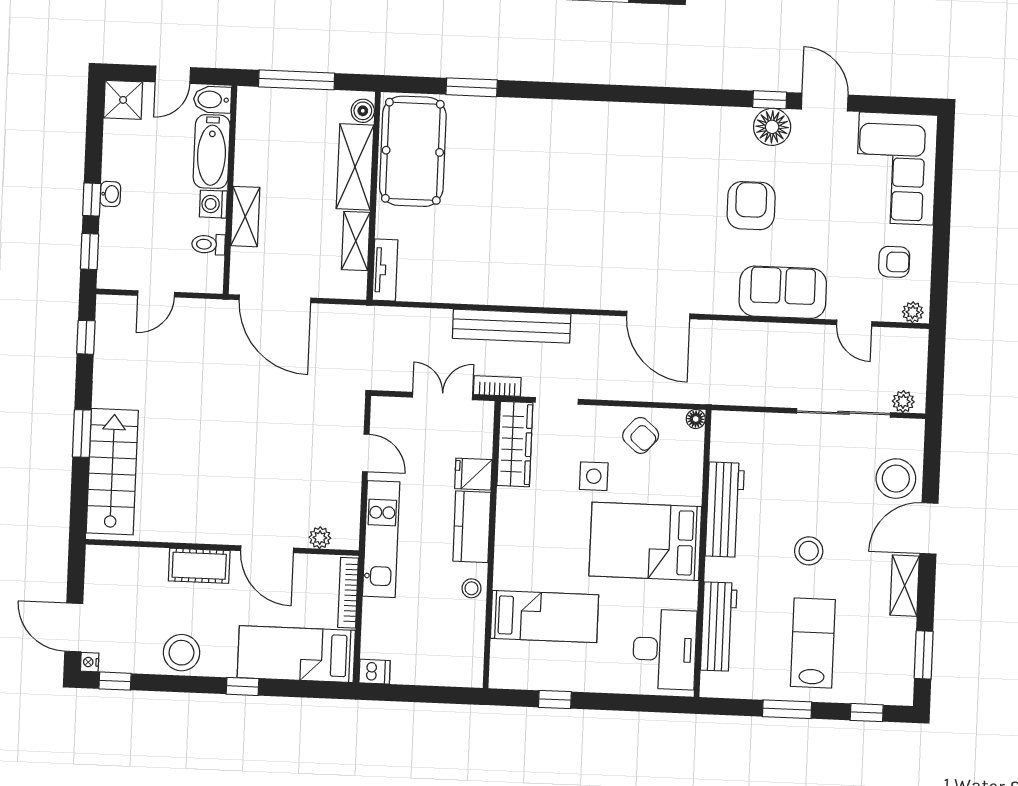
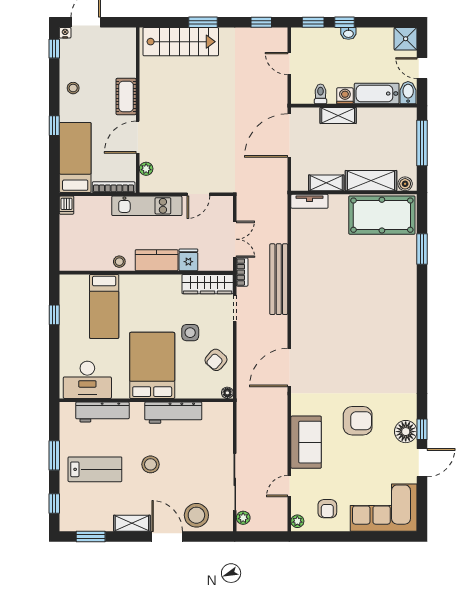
stool: (182, 653) -> (73, 88), width x0.53, depth x0.53

